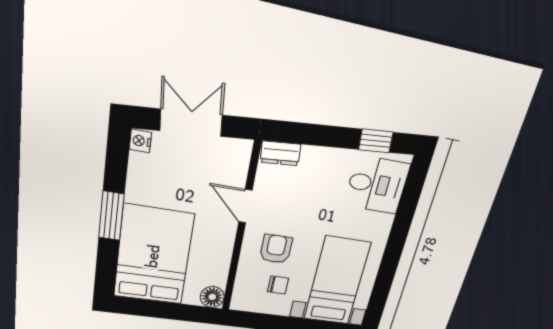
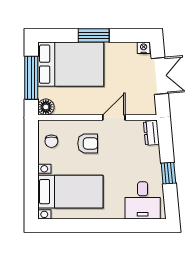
window: (376, 141) -> (168, 173), moved
chair: (278, 285) -> (51, 141), moved
window: (167, 310) -> (31, 78), added

